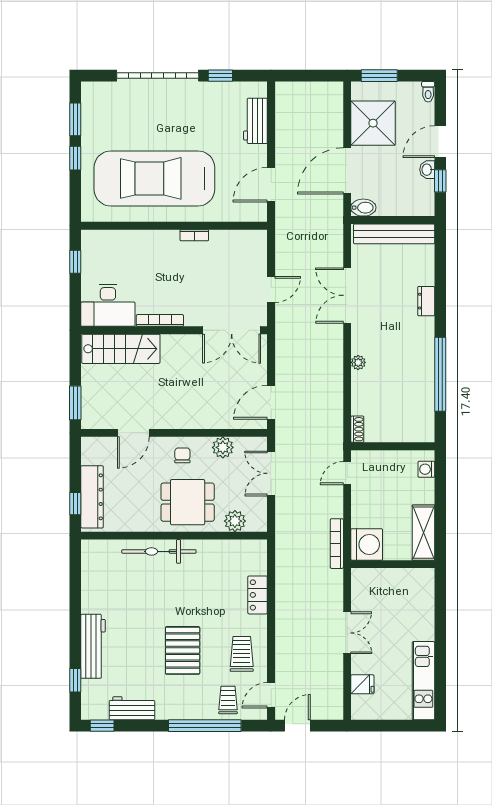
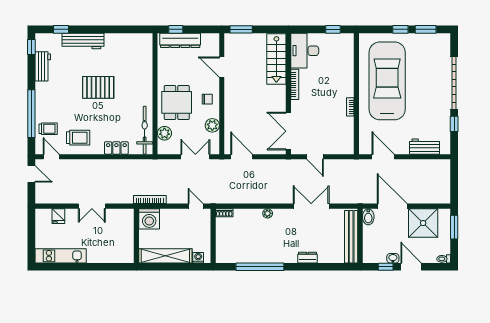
shelving: (423, 533) -> (165, 256), width x1.47
bicycle: (159, 551) -> (145, 130), moved
pallet: (183, 650) -> (98, 87), moved

